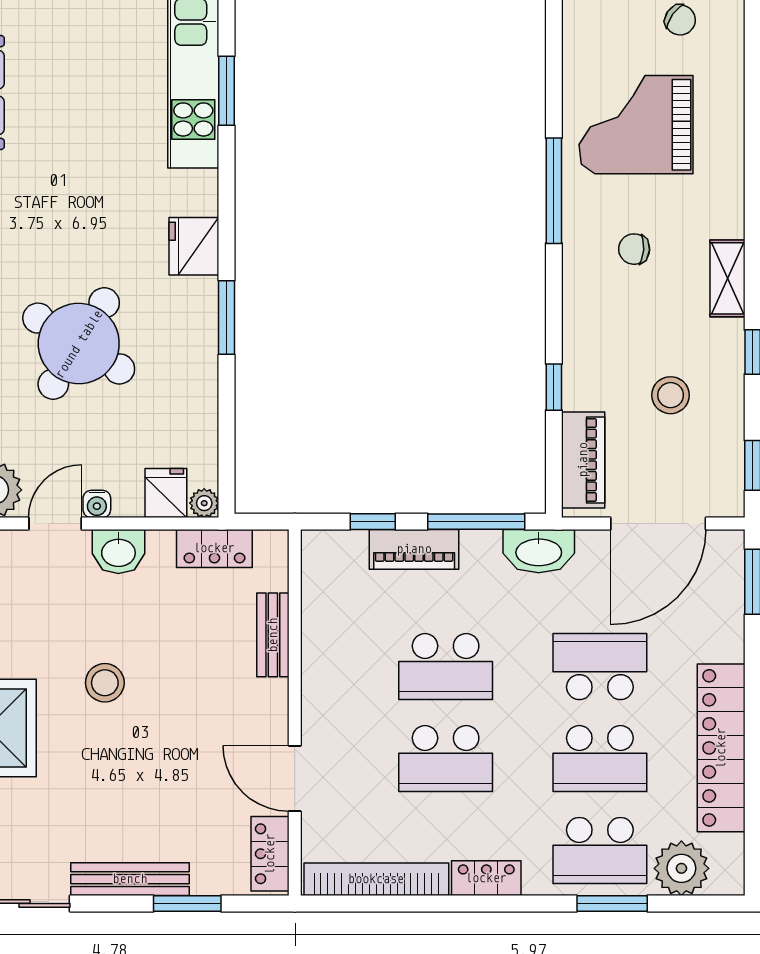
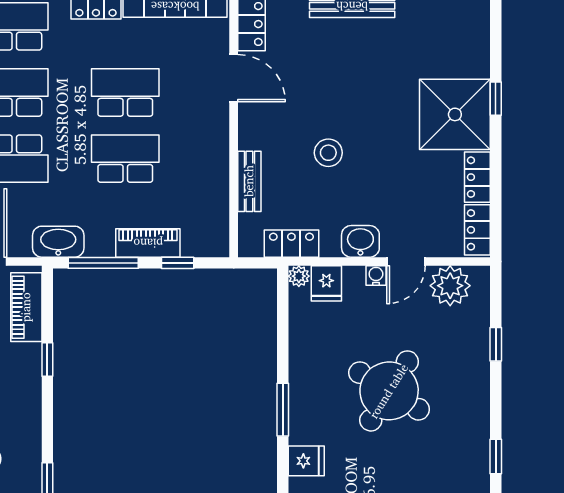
fridge: (194, 246) -> (306, 461), width x0.72
stool: (105, 683) -> (328, 153), moved

